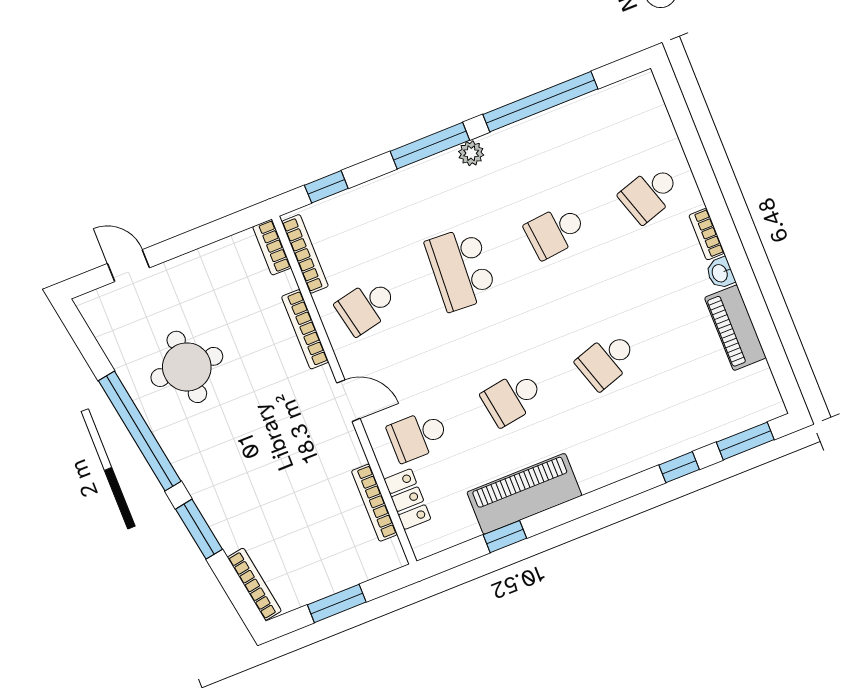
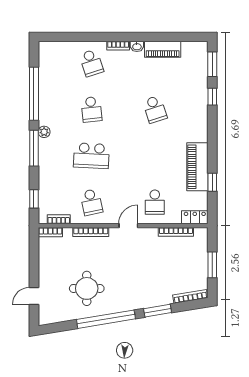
bookcase: (305, 254) -> (59, 219), width x0.64
school desk: (512, 398) -> (155, 156), removed
locker: (407, 499) -> (195, 217), moved

